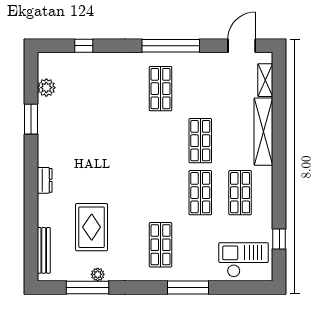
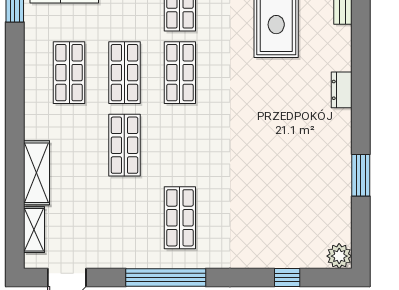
plant: (46, 88) -> (339, 256), moved
shelving: (263, 132) -> (36, 173), width x0.68
shop shelf: (161, 193) -> (180, 73), added

